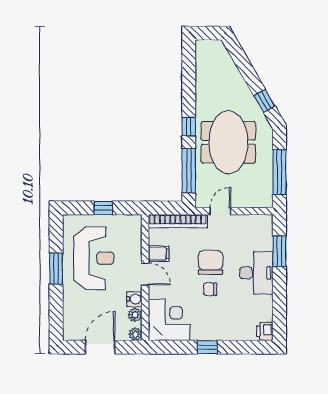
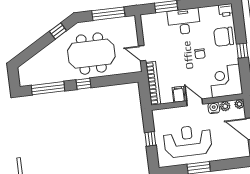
window: (189, 171) -> (48, 88), moved
chair: (211, 262) -> (224, 37), moved
door: (145, 274) -> (195, 102), hinge flipped

